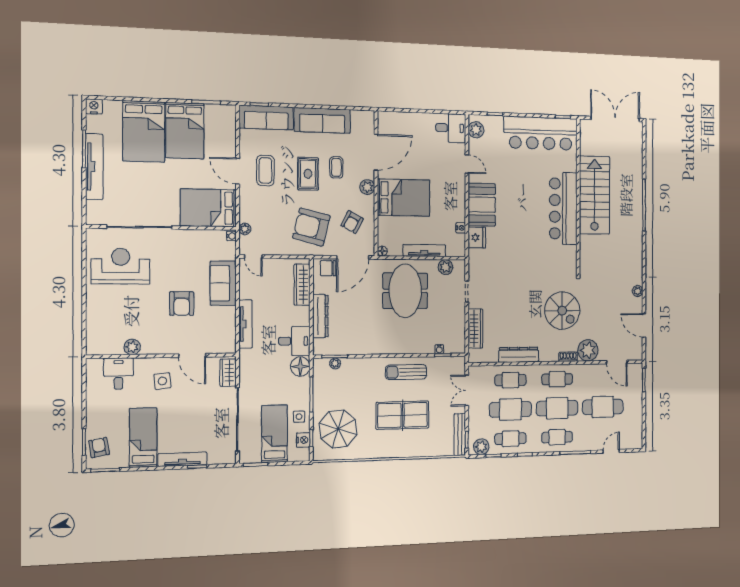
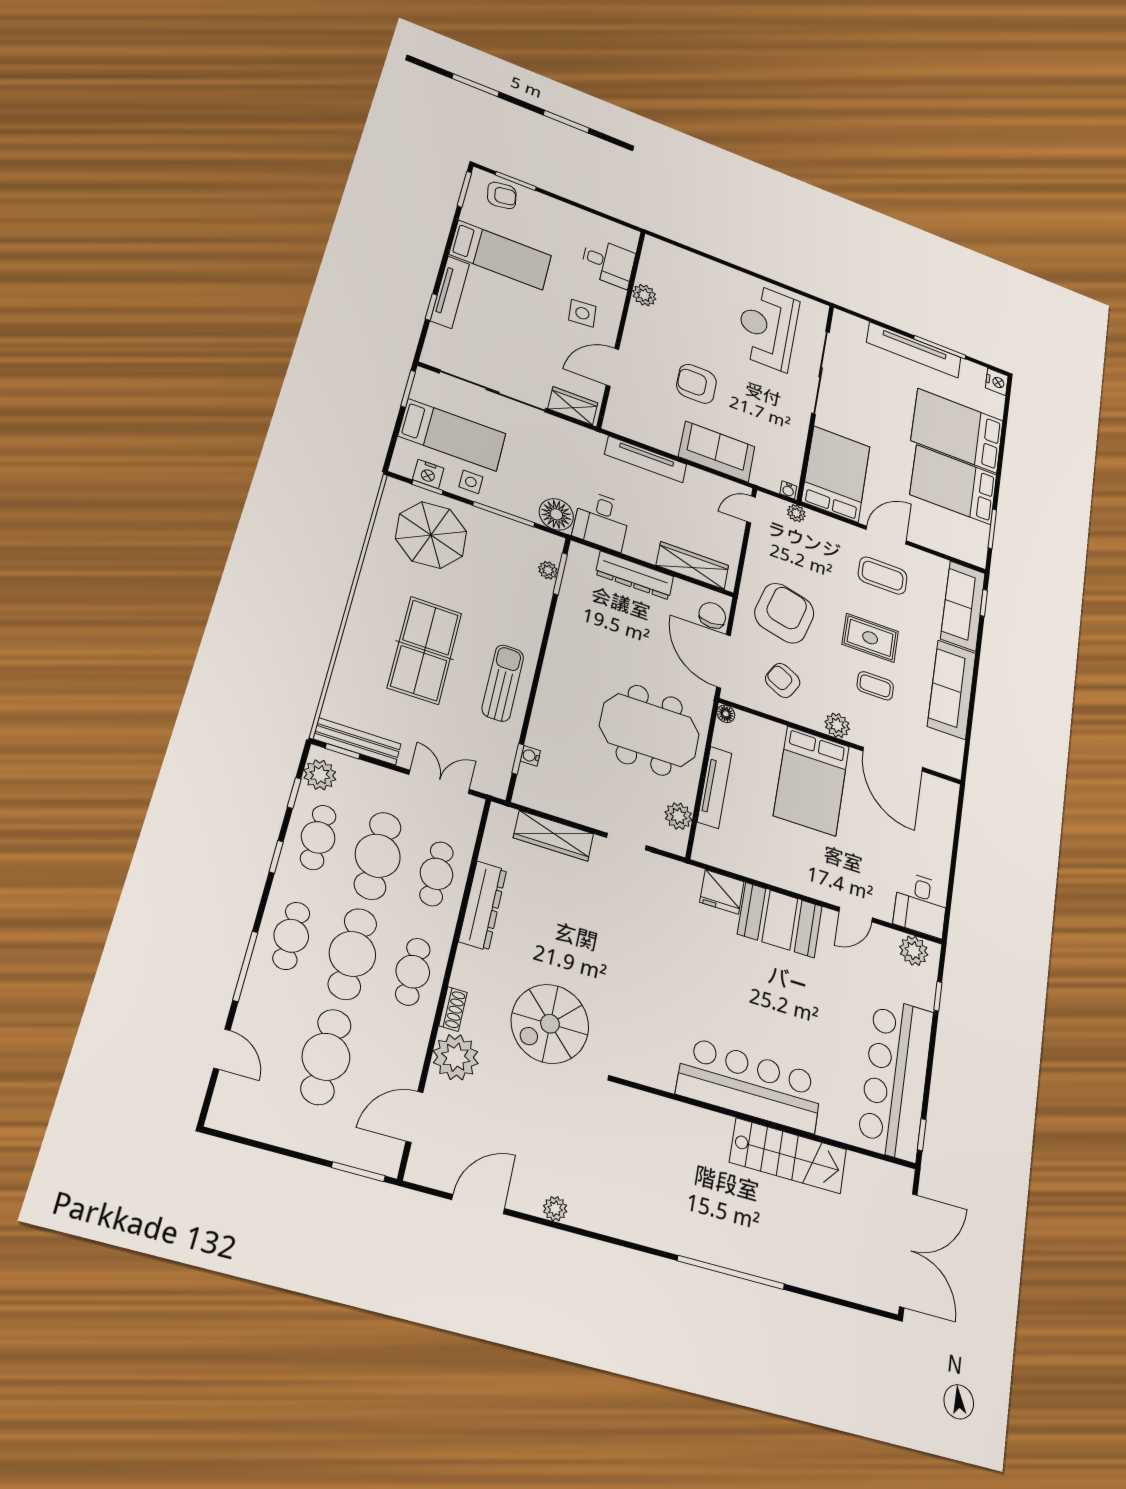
stairs: (594, 195) -> (788, 1156), width x0.73, depth x0.66
nightstand: (461, 228) -> (744, 867), removed
reception desk: (121, 266) -> (768, 327), turned 180

